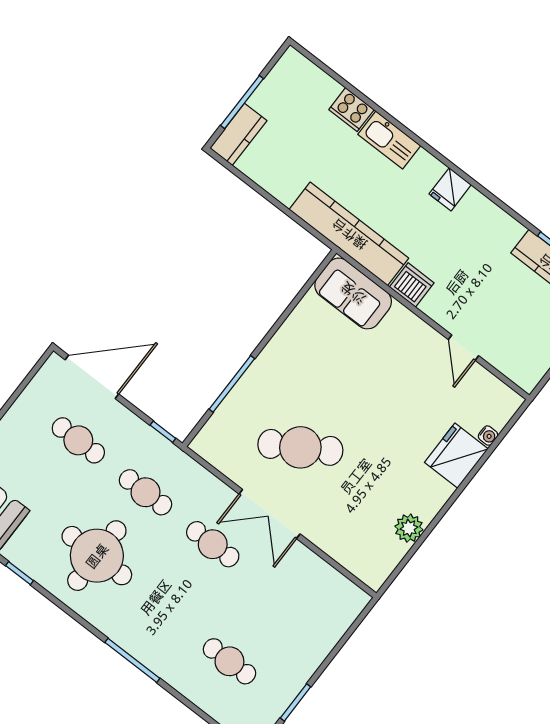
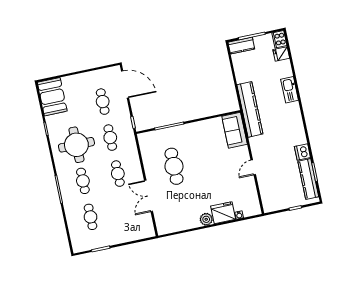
cooker: (351, 110) -> (279, 39), moved
fridge: (450, 189) -> (281, 54), moved
dishwasher: (412, 285) -> (302, 152), moved, turned 180
door: (463, 348) -> (253, 167), moved
cafe table: (300, 447) -> (174, 166), turned 31
double door: (270, 514) -> (149, 196), moved
plant: (409, 528) -> (206, 219), moved
cafe table: (162, 609) -> (83, 181), added

